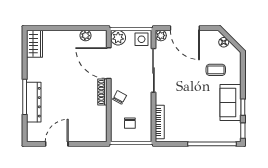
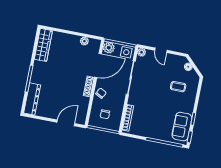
door: (185, 28) -> (161, 50), width x0.53
wardrobe: (34, 44) -> (43, 45), width x1.50
door: (109, 63) -> (98, 65), swing flipped
dresser: (34, 102) -> (32, 99), moved
sofa: (231, 103) -> (182, 127), moved
door: (57, 144) -> (66, 123), moved

